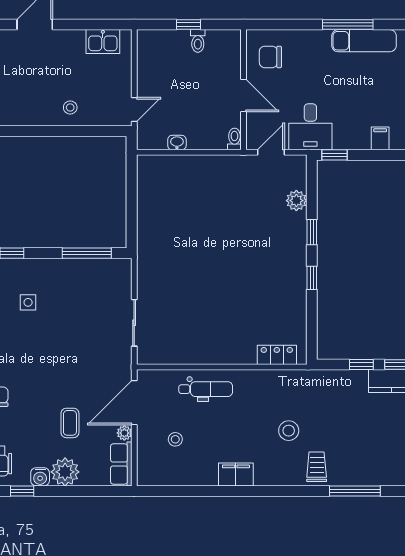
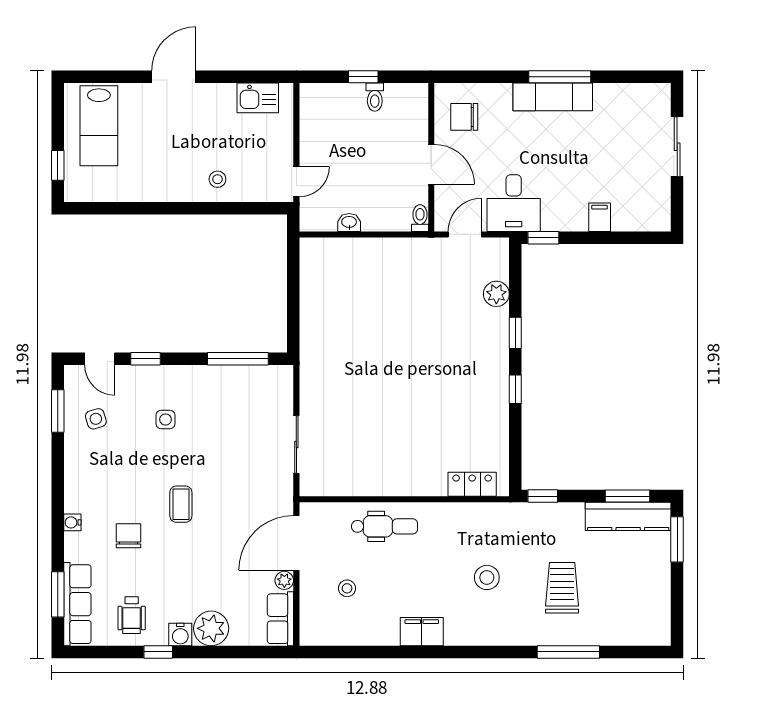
exam couch: (364, 41) -> (553, 97), moved
window: (361, 365) -> (543, 496), moved
coffee table: (70, 423) -> (181, 504), moved
trolley: (317, 467) -> (562, 588), moved, width x1.36, depth x1.39

